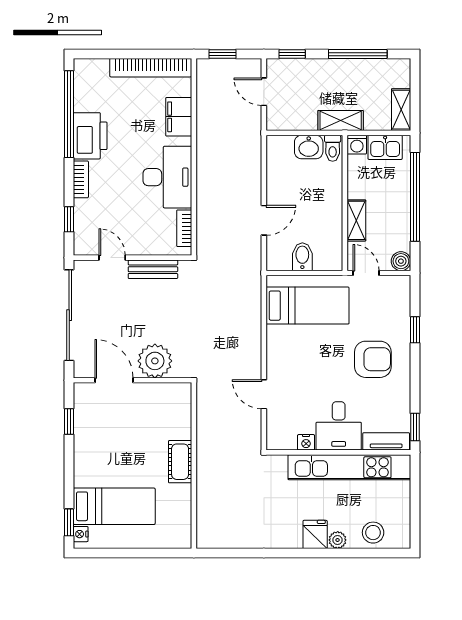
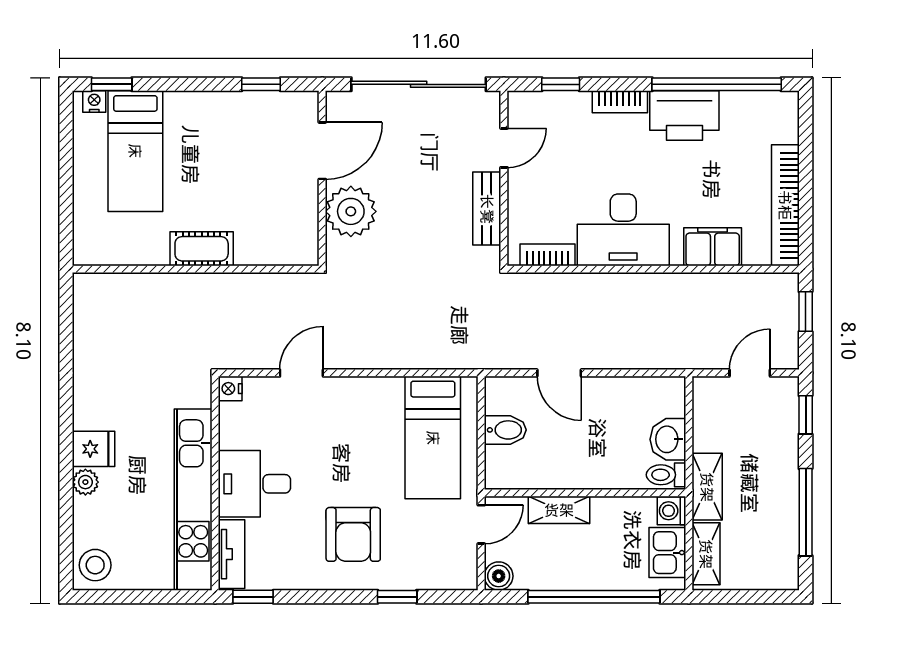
shelving: (401, 110) -> (706, 554), moved, turned 90
nightstand: (306, 442) -> (230, 389), moved
stool: (373, 533) -> (95, 565), moved

